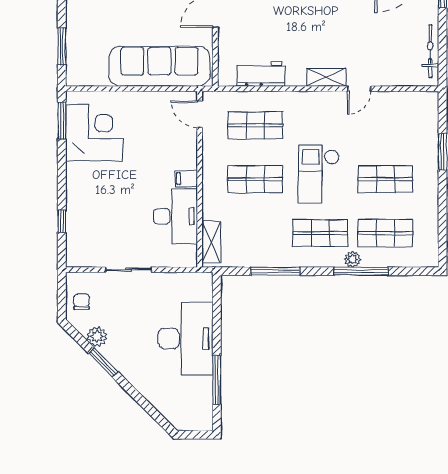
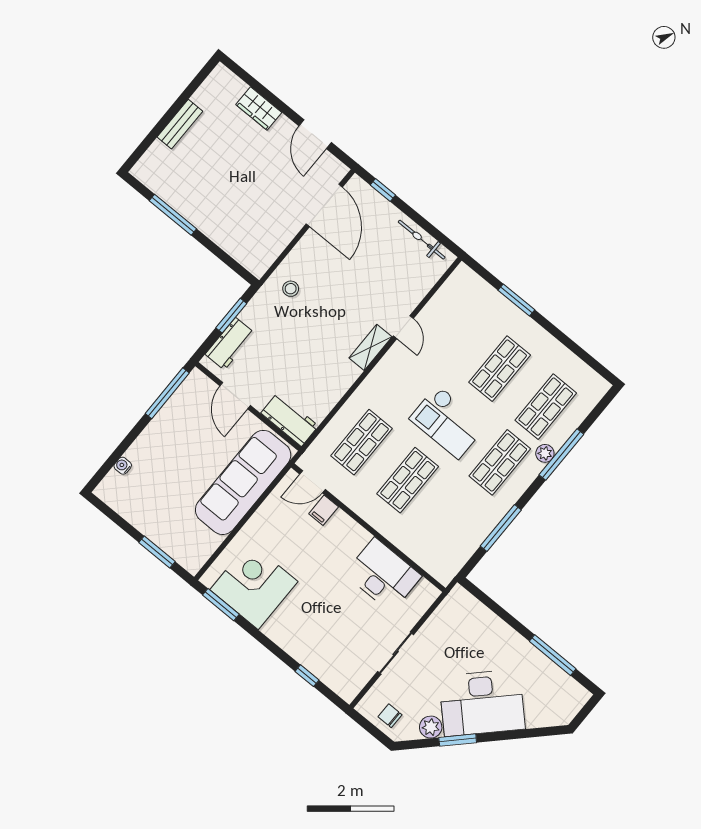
workbench: (261, 74) -> (290, 419), moved, turned 90
filing cabinet: (186, 179) -> (324, 510), moved
shelving: (211, 242) -> (430, 562), removed
desk: (186, 338) -> (482, 703), moved, turned 135

